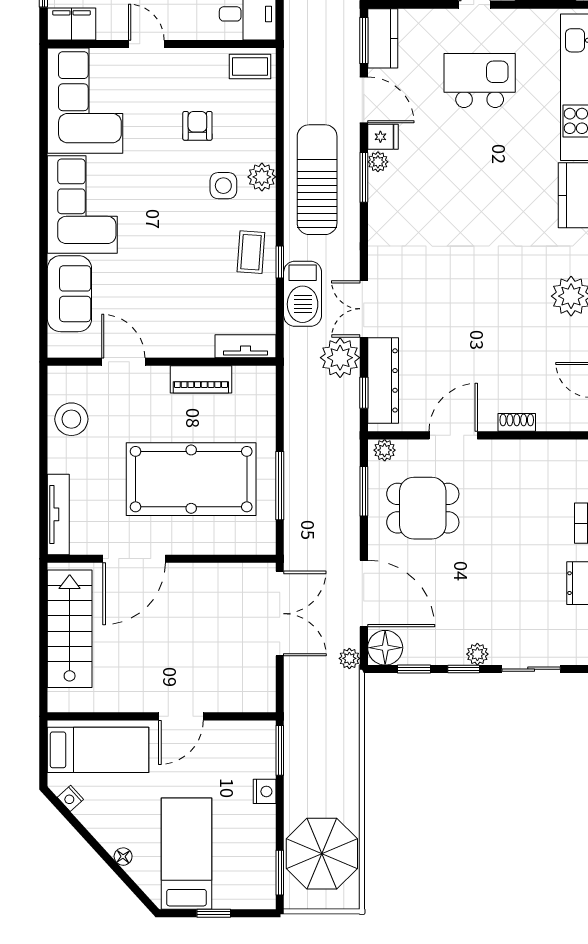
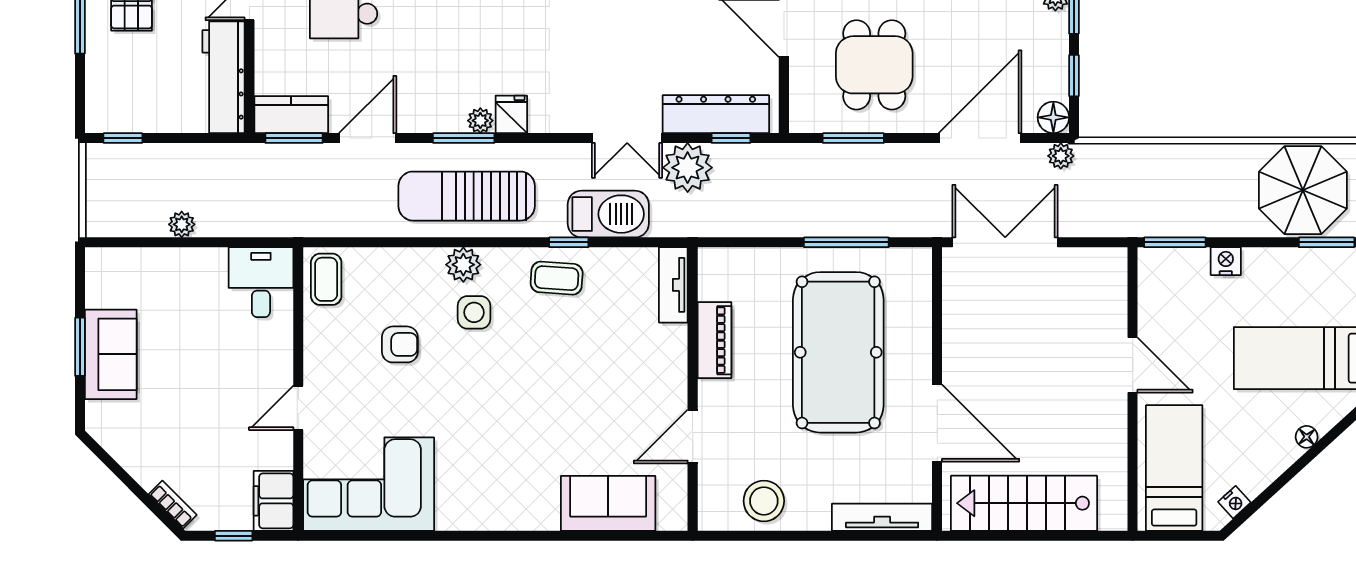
armchair: (197, 126) -> (400, 344), turned 180
fridge: (383, 137) -> (511, 114), moved
plant: (378, 162) -> (480, 121), moved
corner sofa: (82, 204) -> (497, 487), removed
plant: (385, 450) -> (802, 112), removed
floor lamp: (385, 648) -> (1053, 117), width x0.73, depth x0.73

